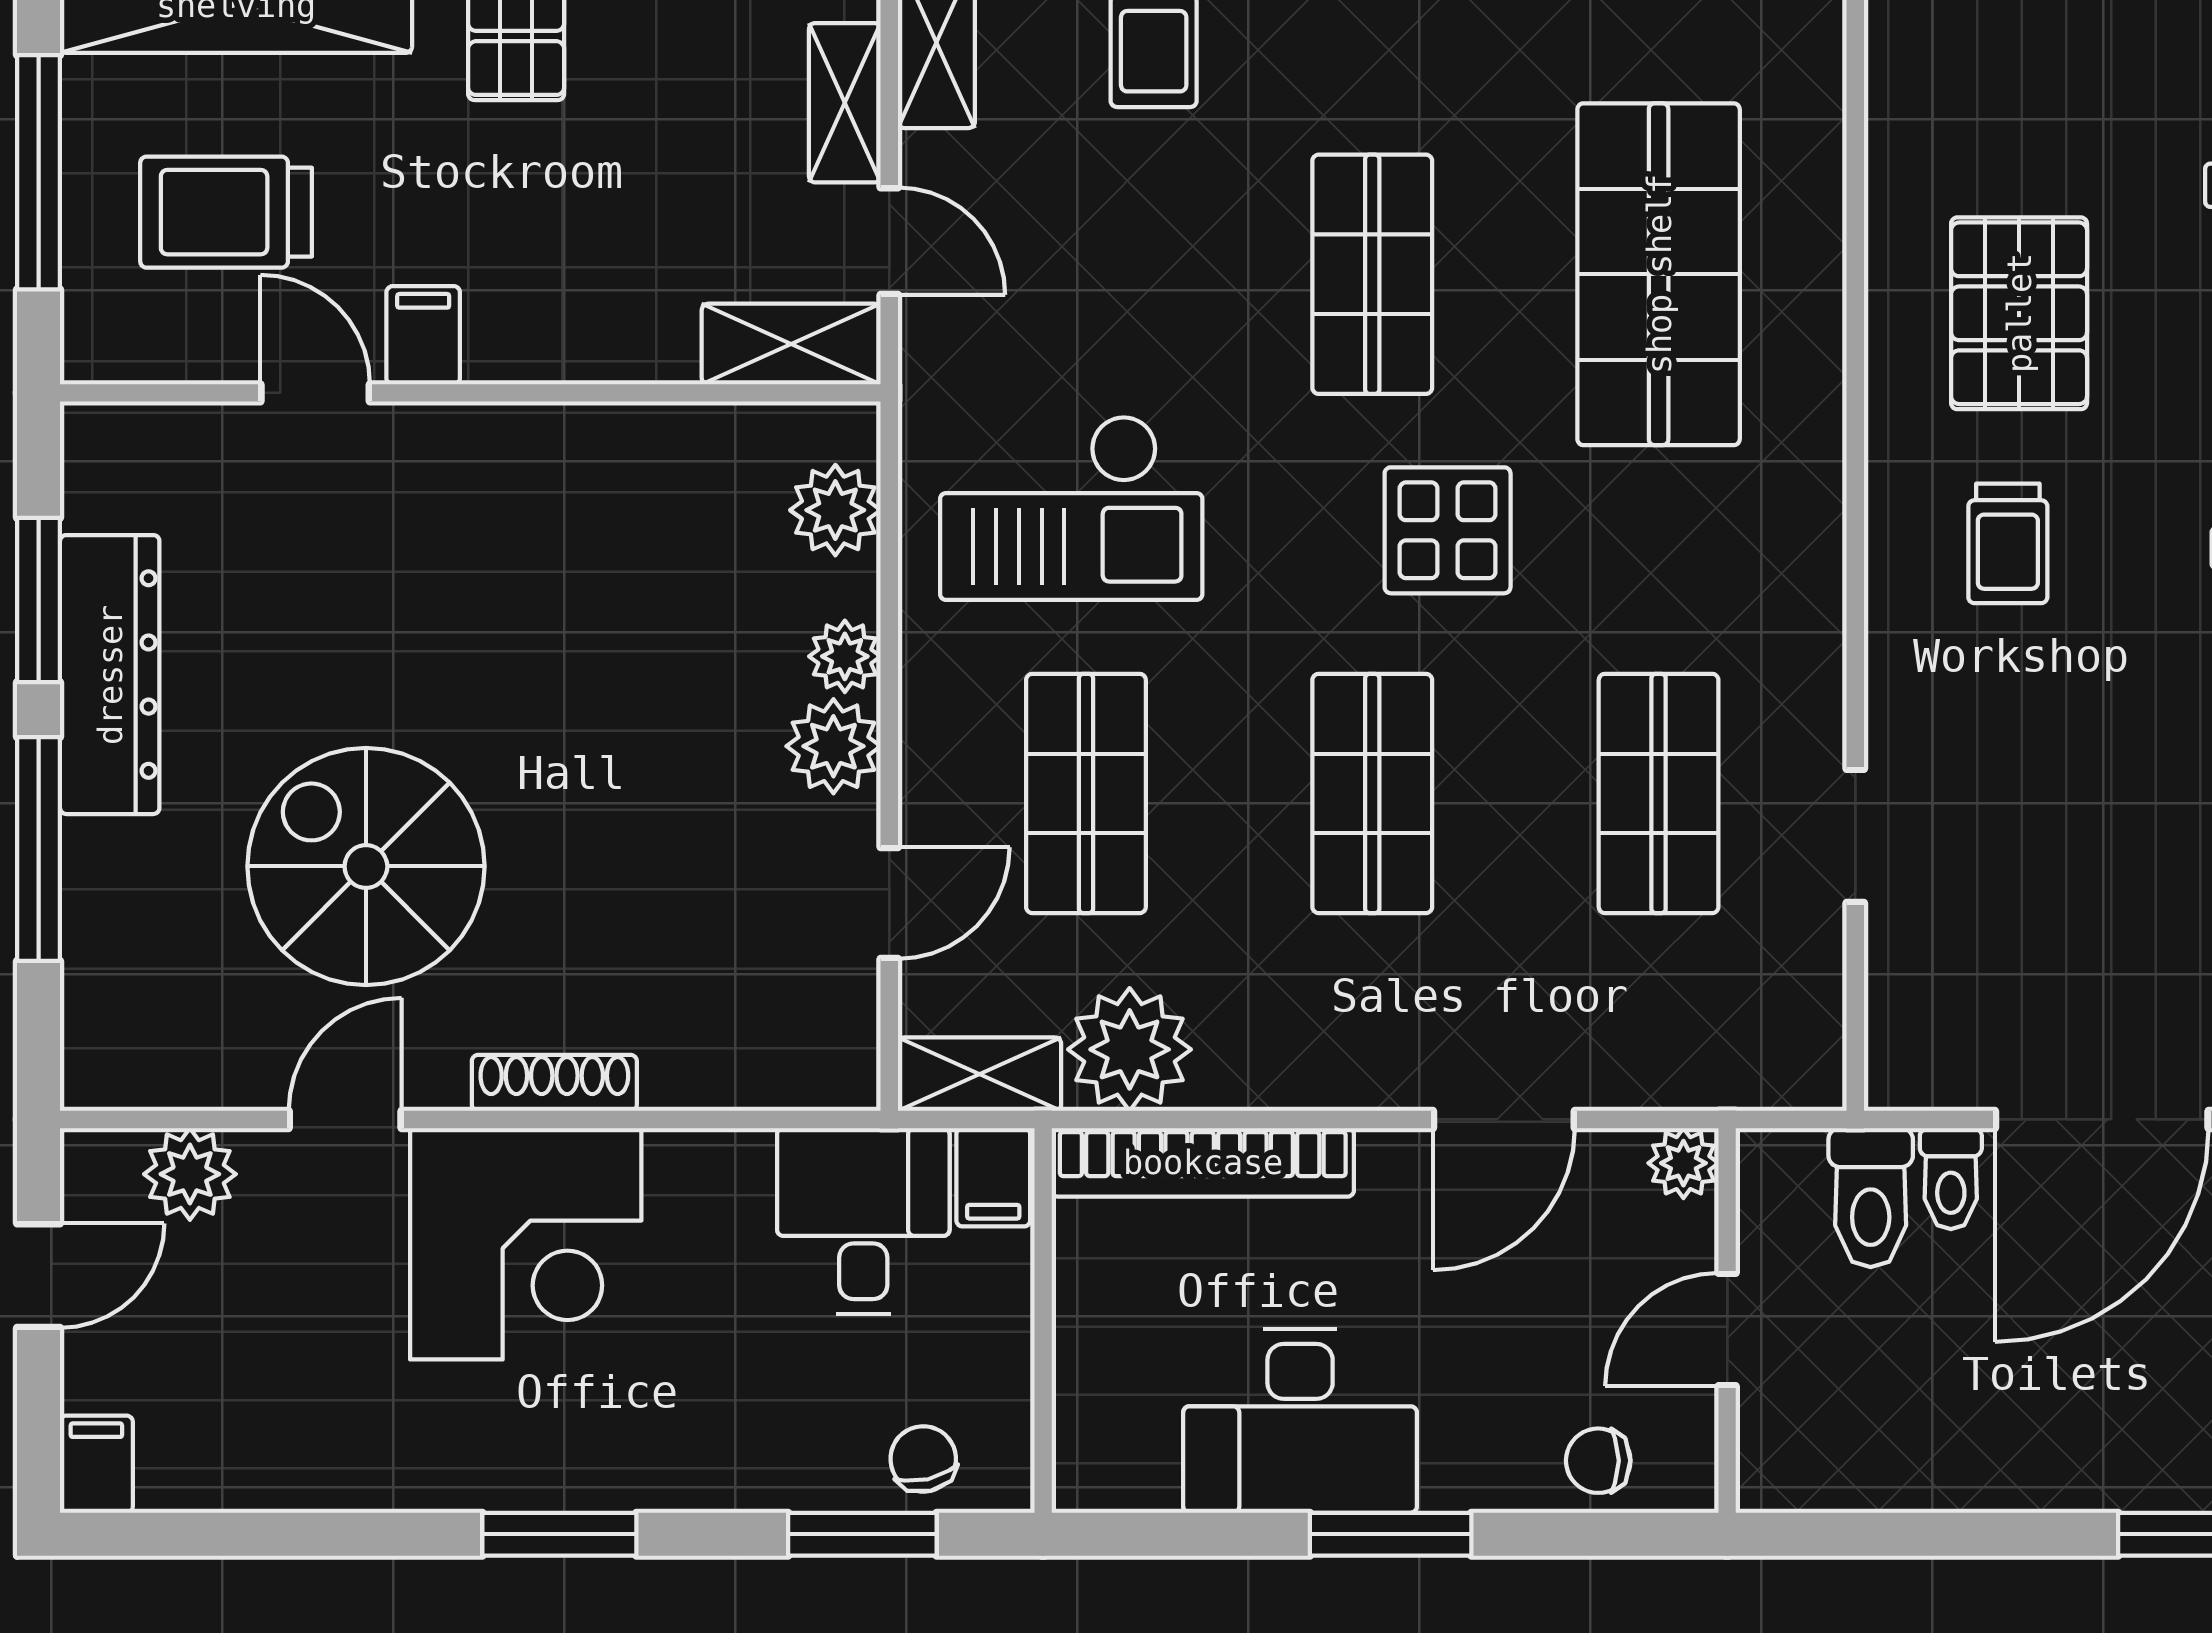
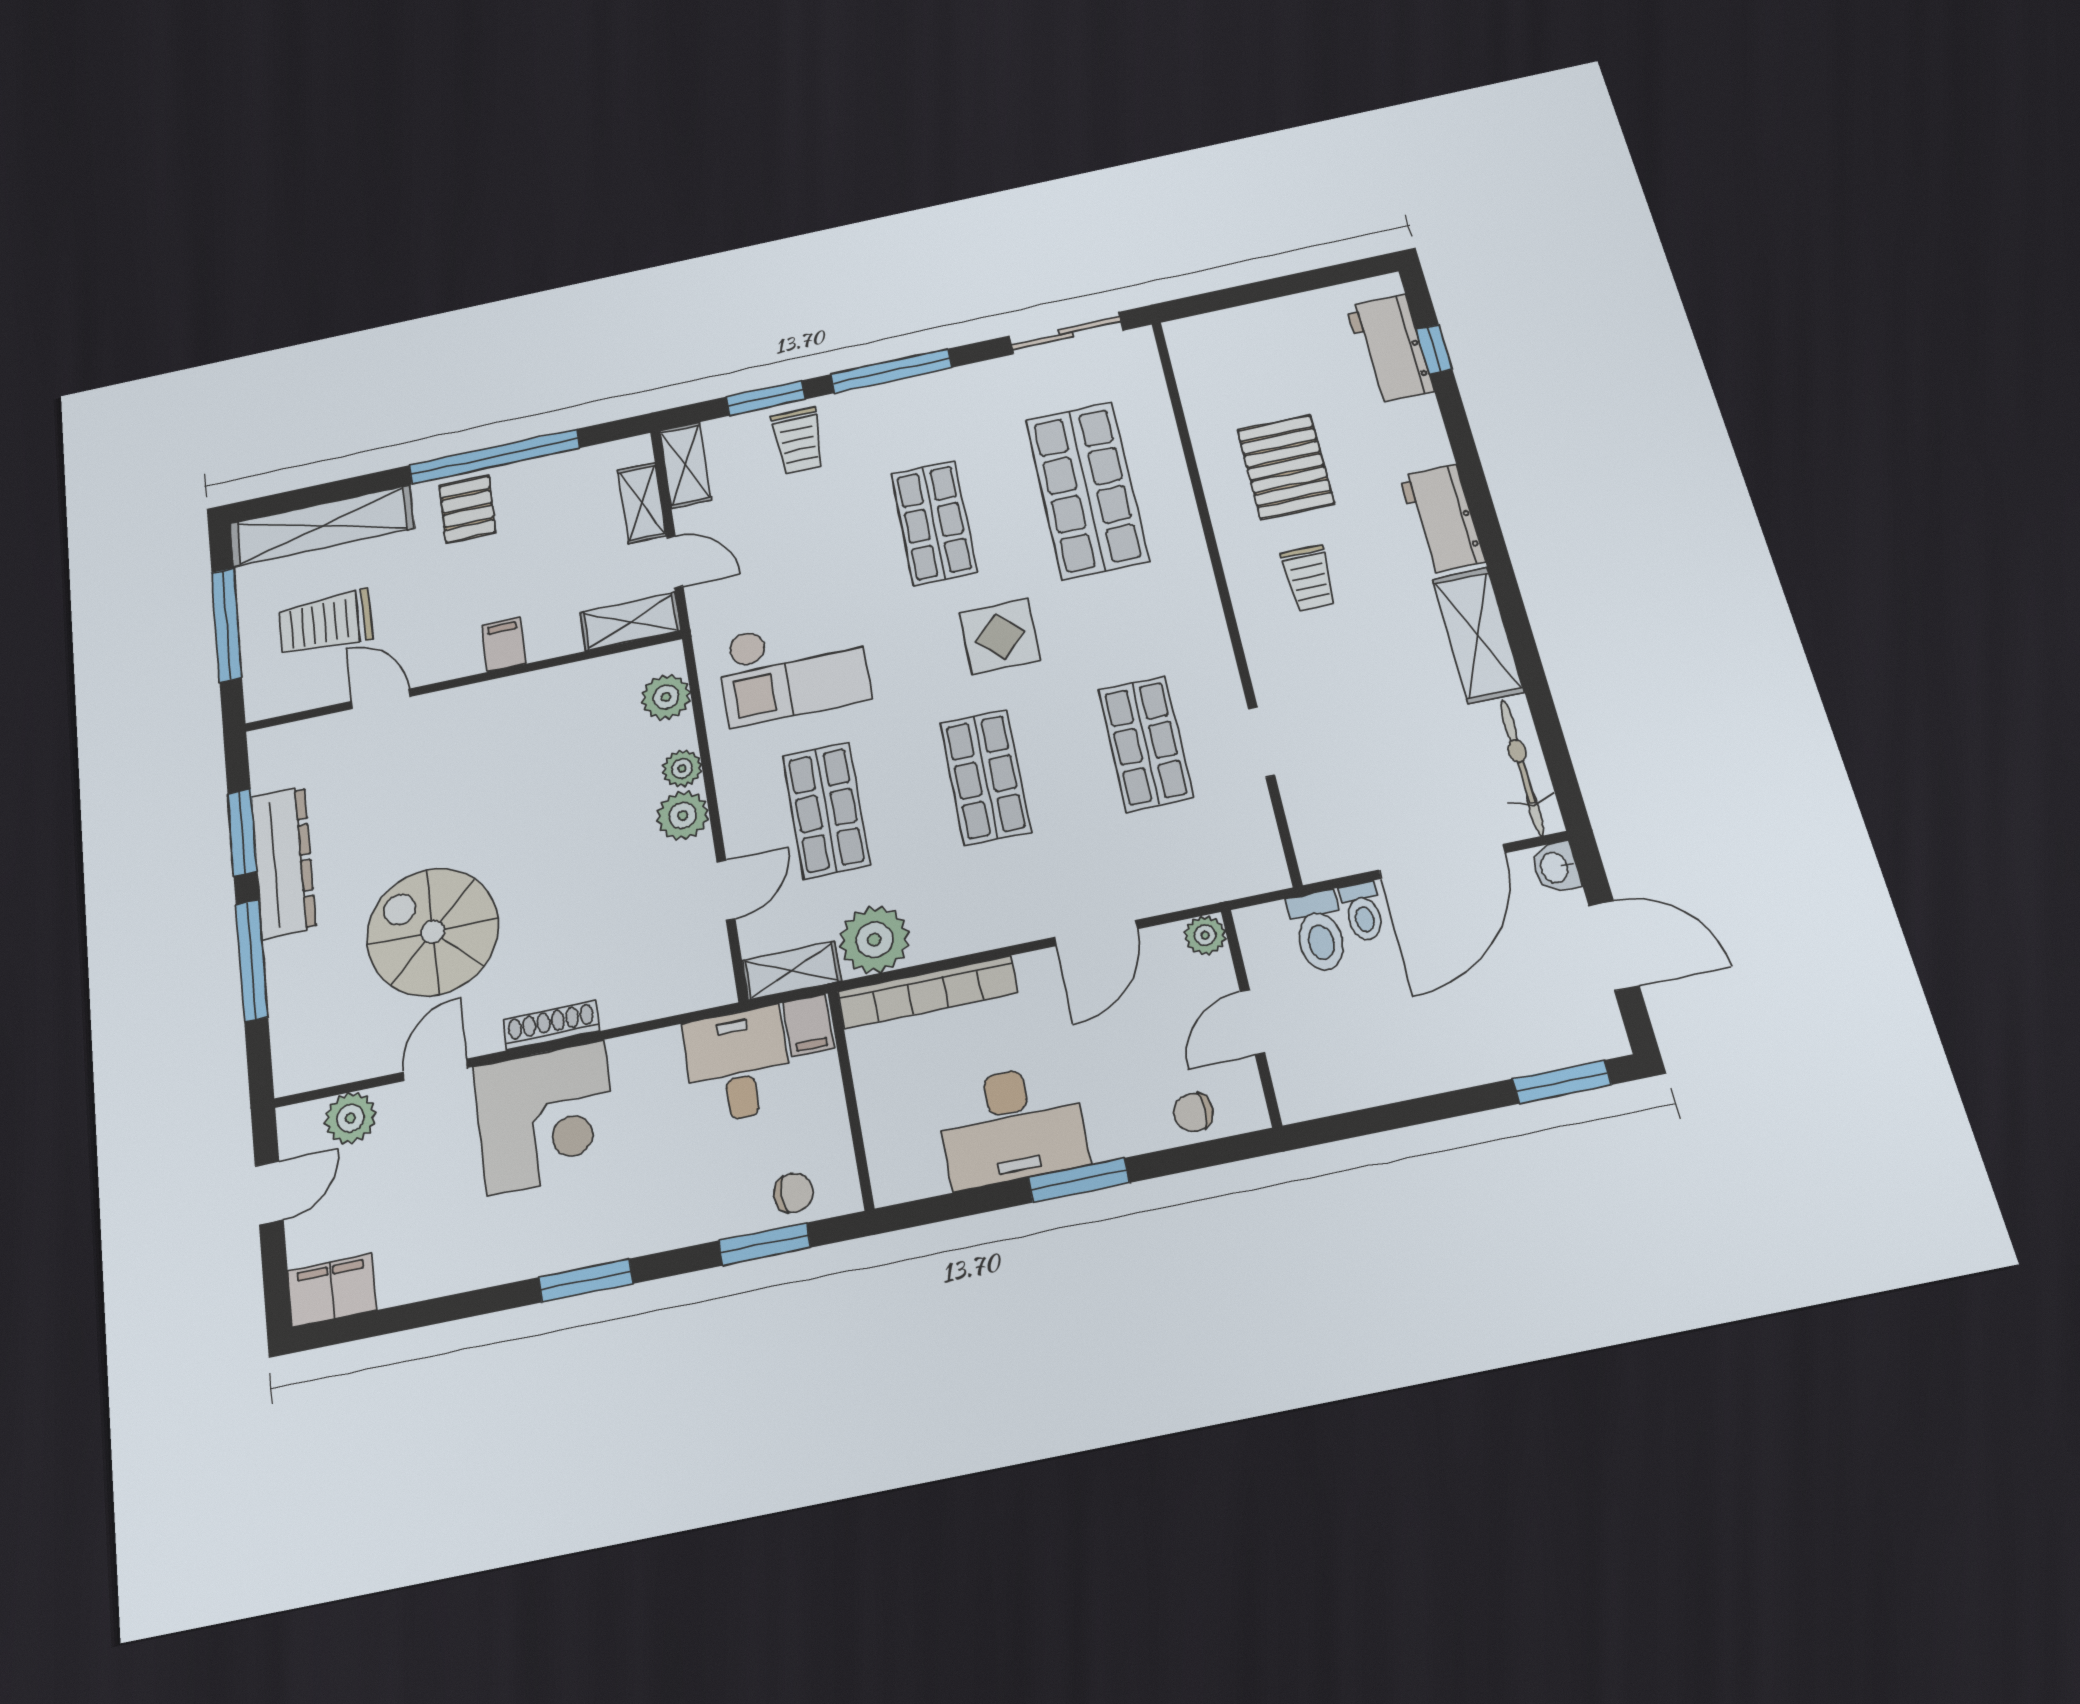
filing cabinet: (423, 335) -> (504, 644), moved
chair: (923, 1459) -> (794, 1193), turned 103
filing cabinet: (96, 1464) -> (332, 1290), width x2.00

